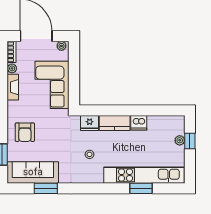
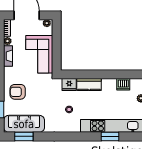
dishwasher: (139, 123) -> (123, 84), moved
armchair: (25, 132) -> (18, 92), turned 90
window: (46, 188) -> (24, 136), moved

